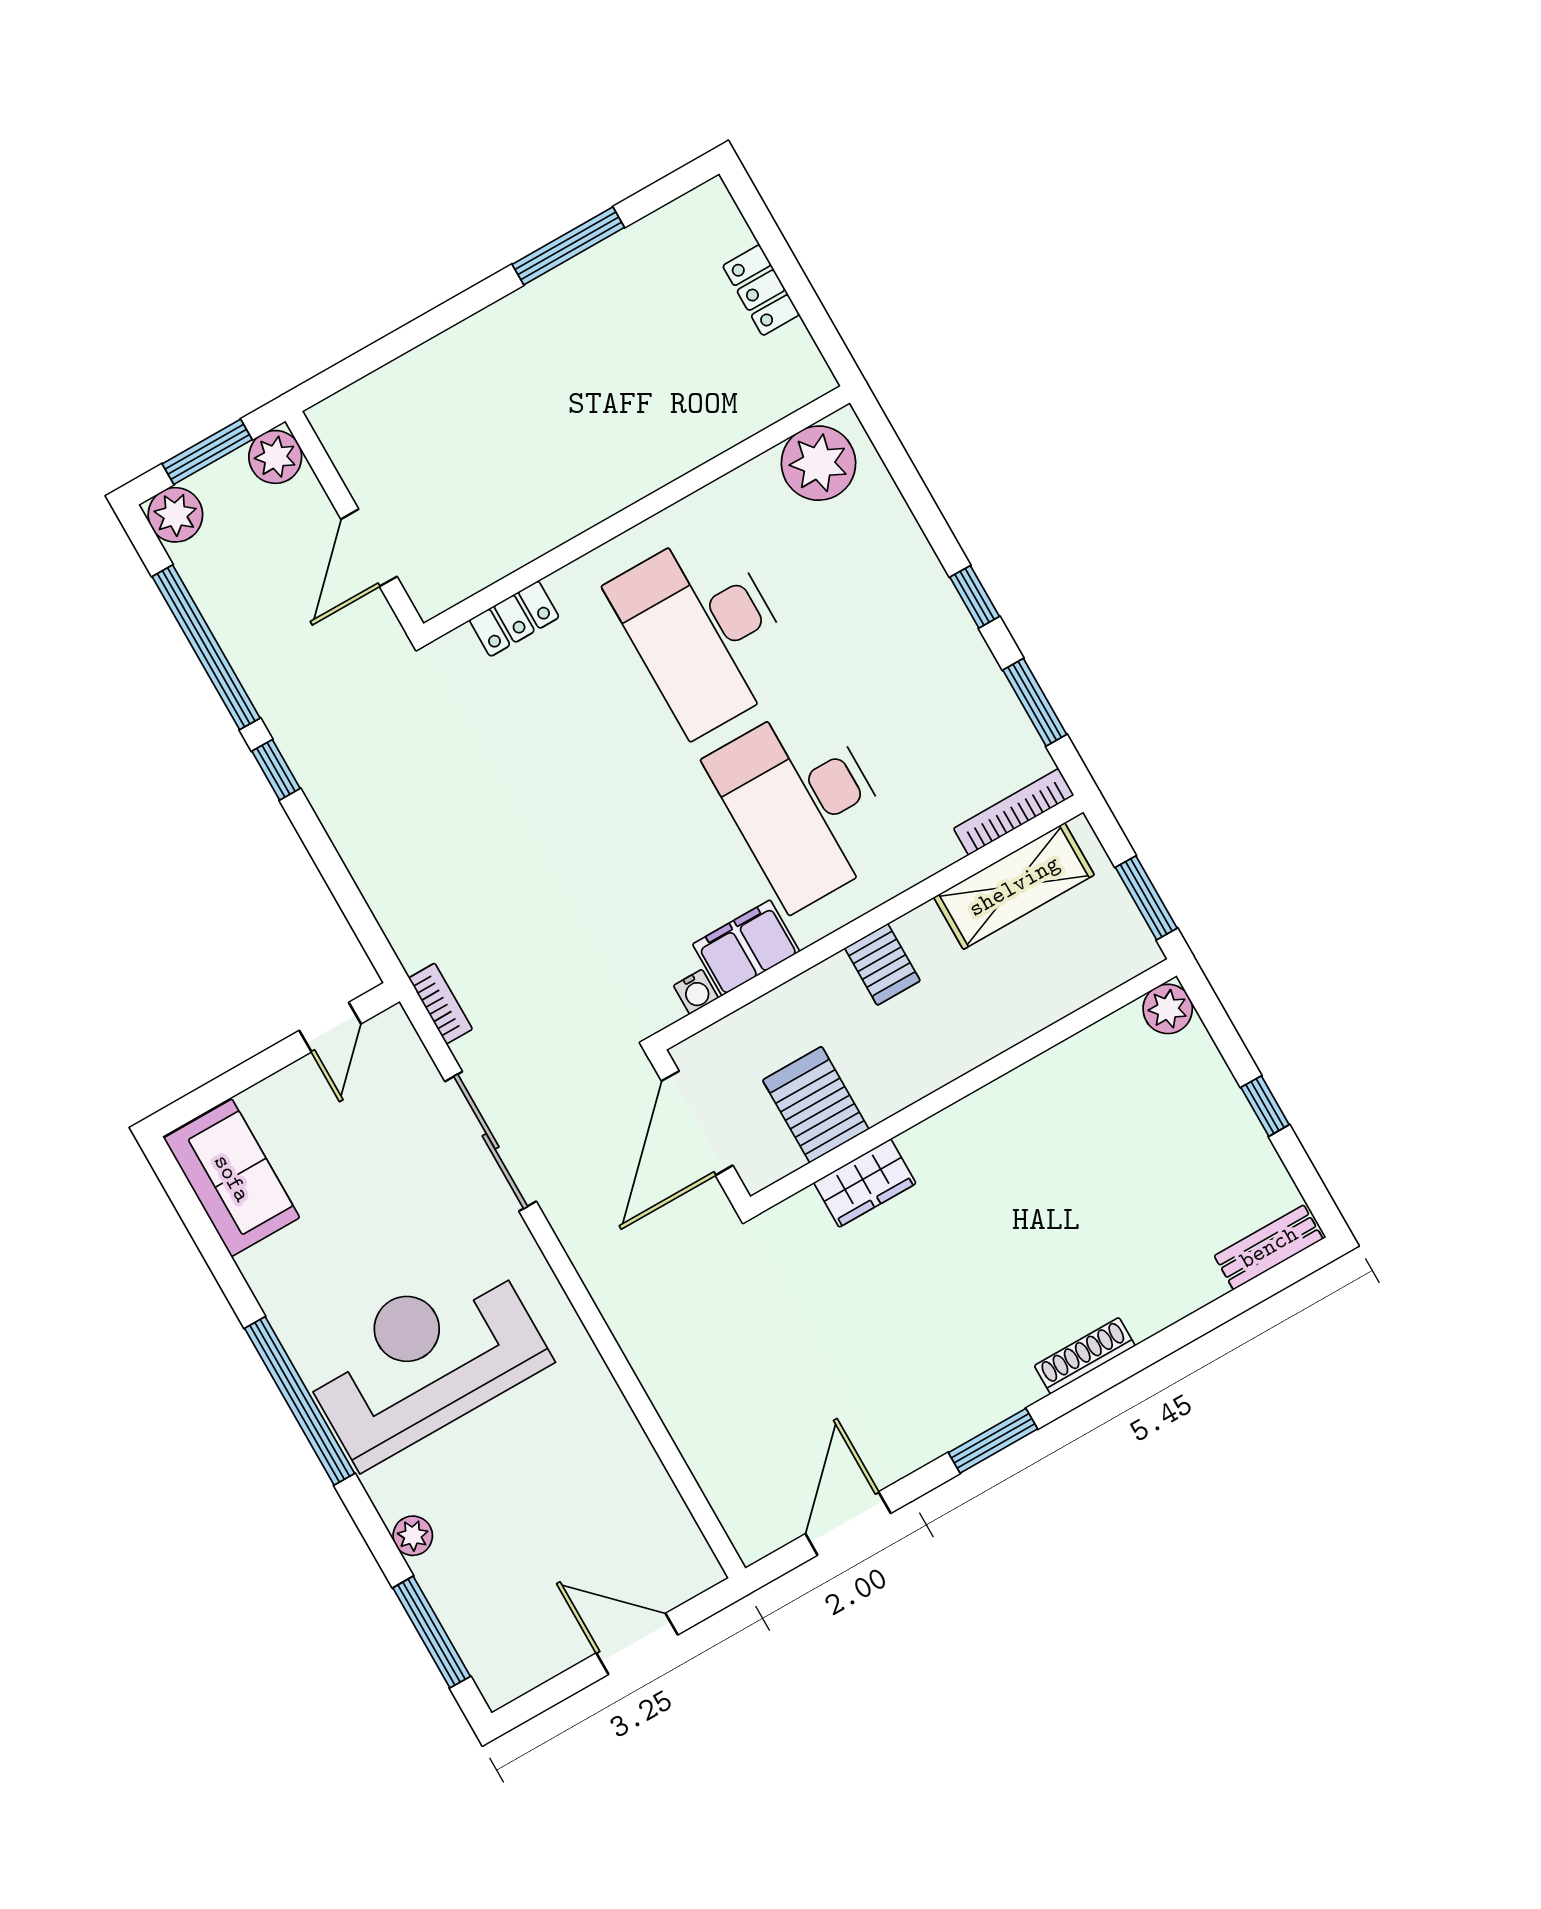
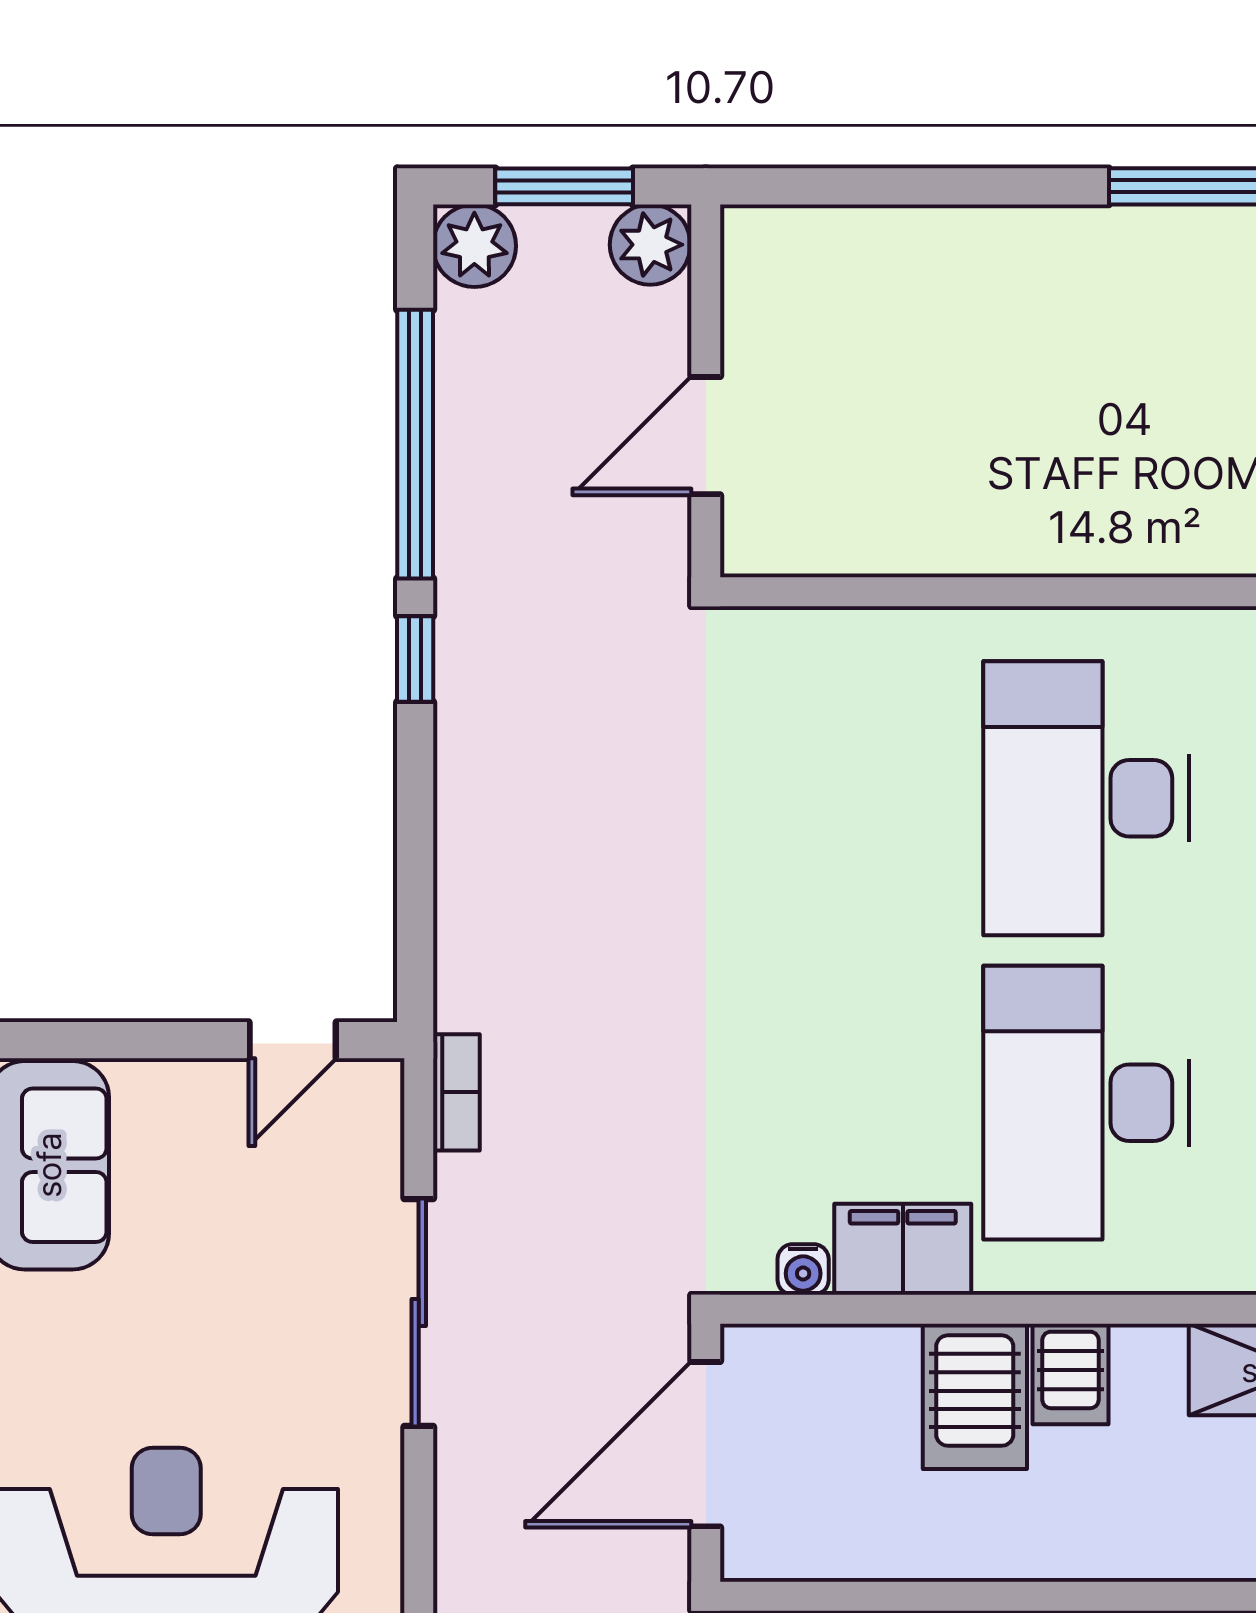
locker: (514, 619) -> (844, 639), removed
server rack: (816, 1105) -> (975, 1396), moved, turned 180

